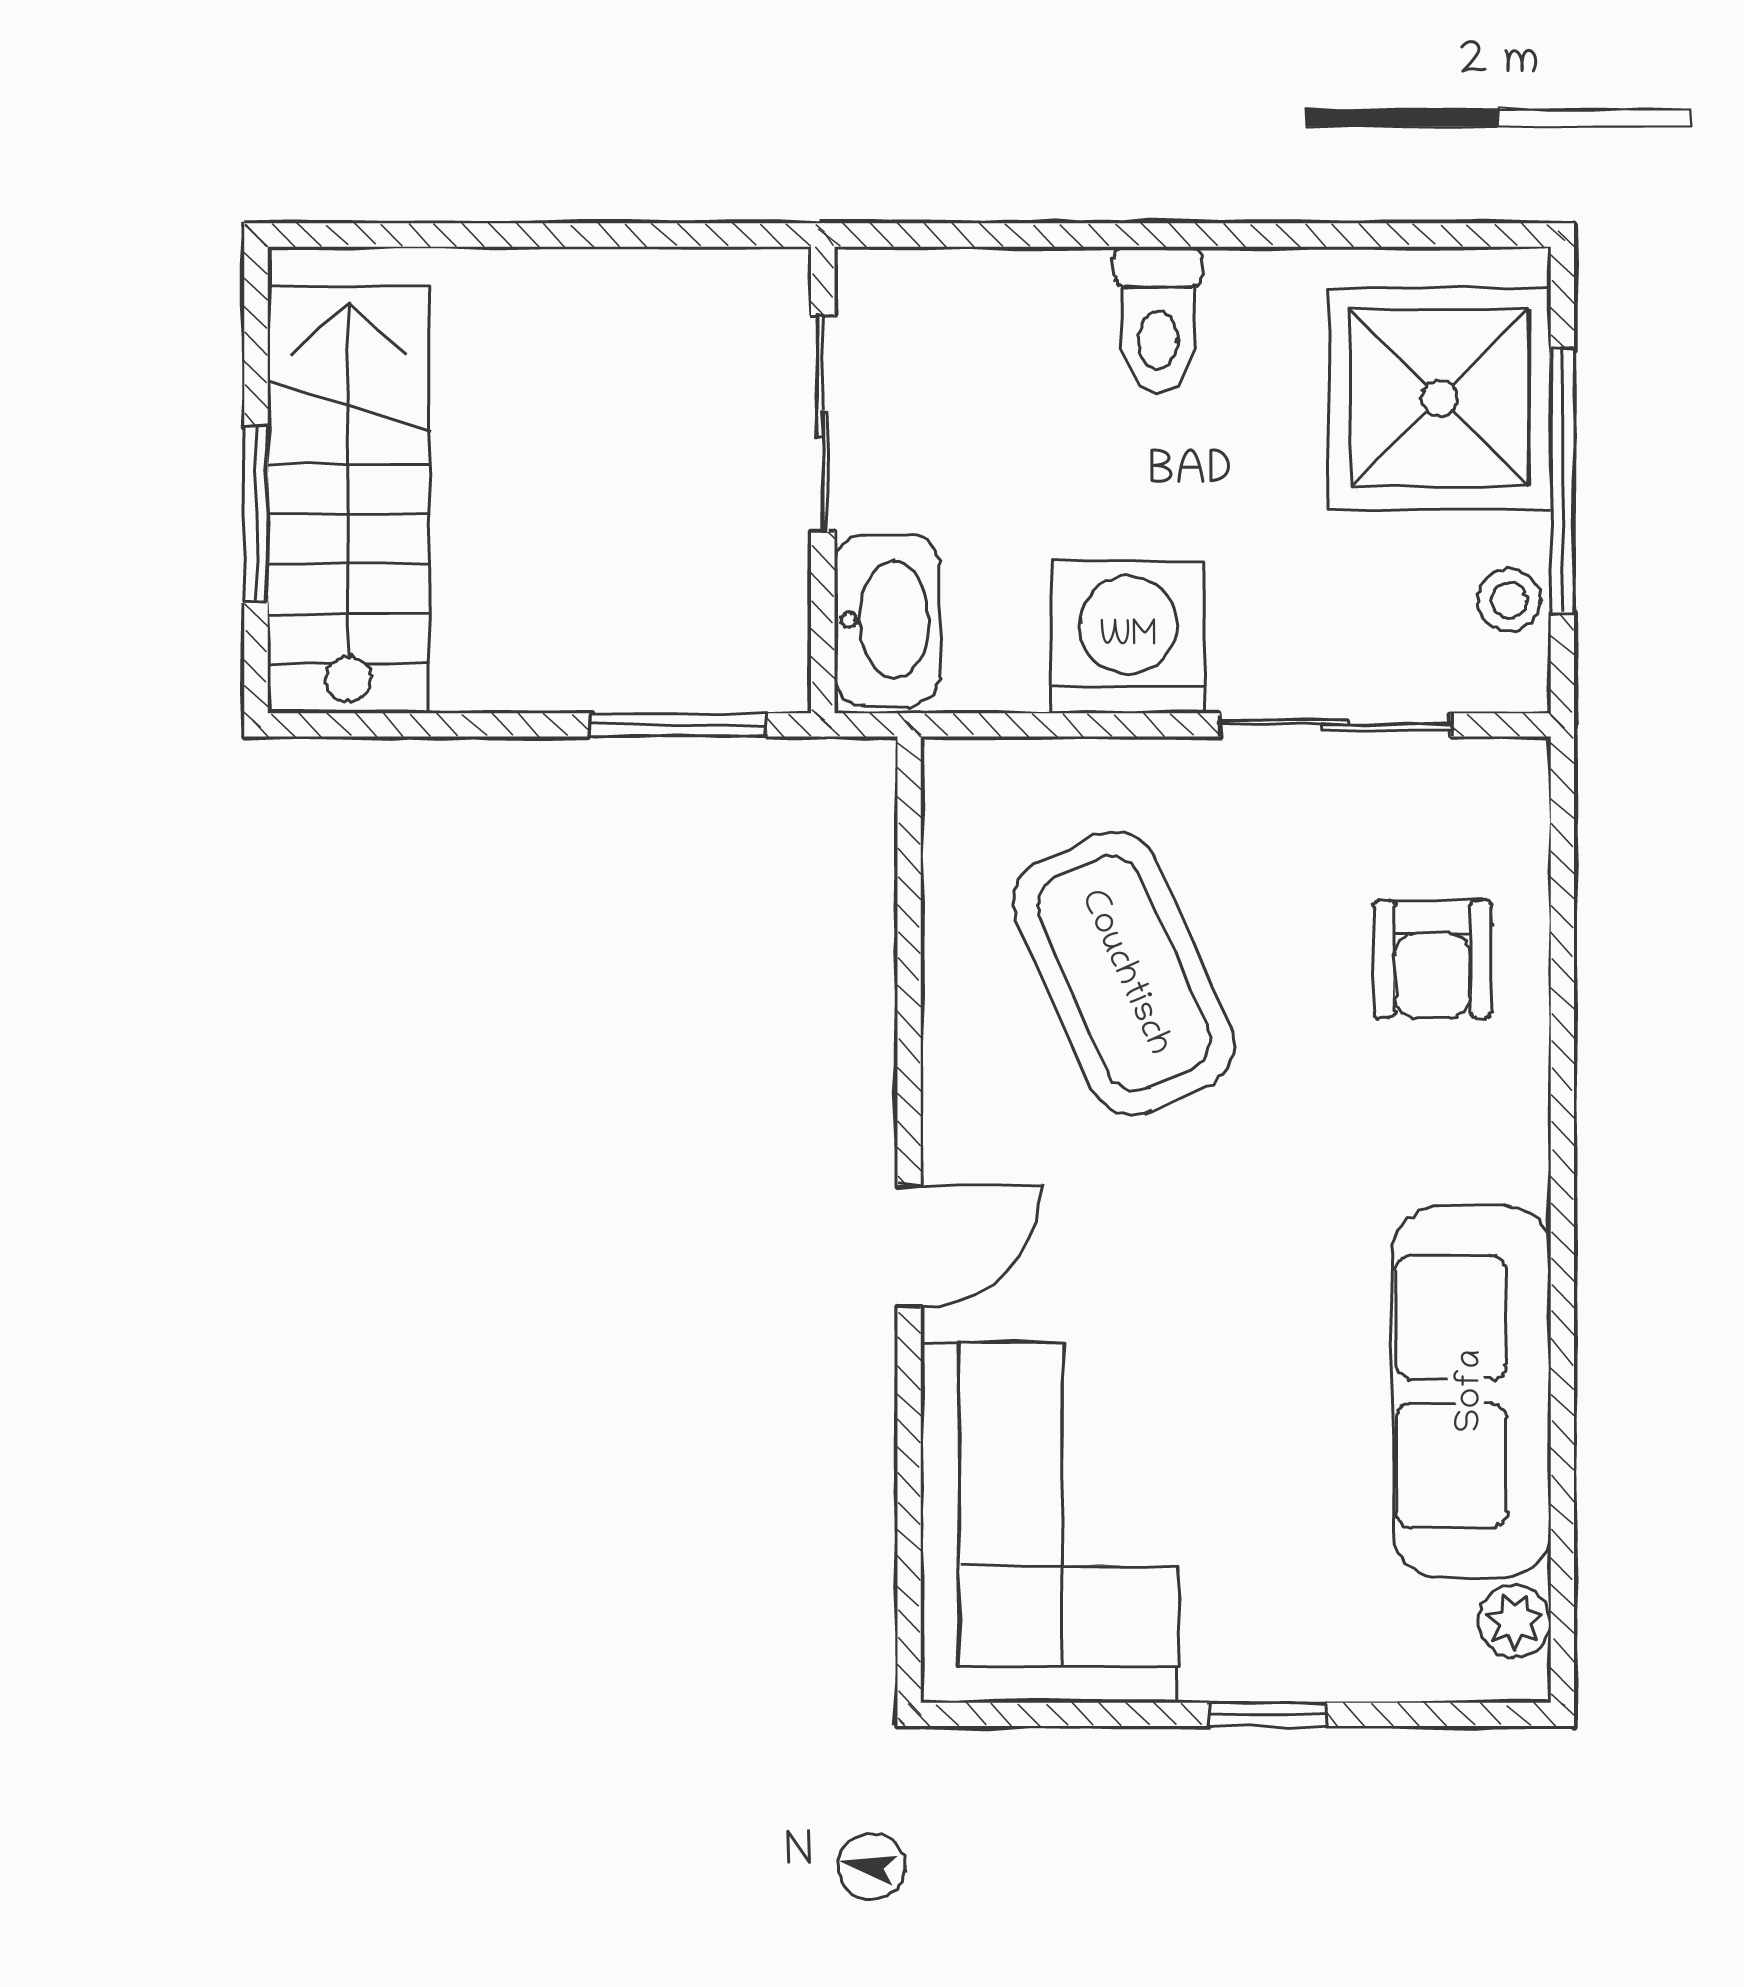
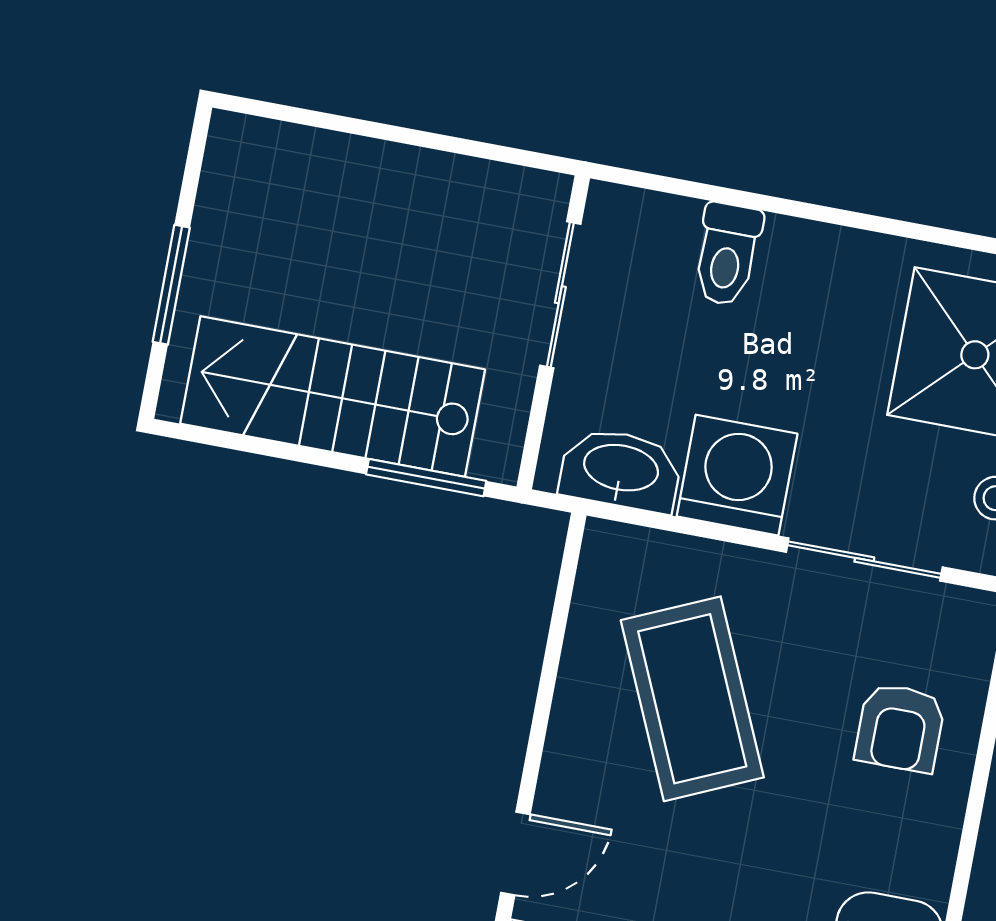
toilet: (1158, 320) -> (727, 254), moved
stairs: (348, 500) -> (333, 397), moved, turned -90
washbasin: (887, 620) -> (621, 470), moved, turned -90

